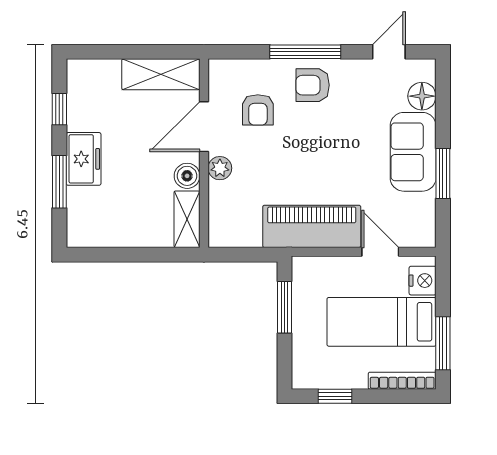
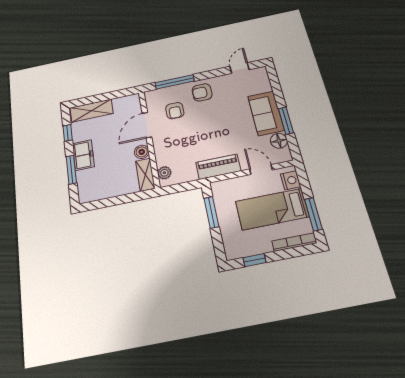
window: (305, 52) -> (175, 82), moved
shelving: (161, 74) -> (92, 111), moved
floor lamp: (422, 96) -> (279, 141), moved
plant: (220, 168) -> (164, 173), moved
piano: (312, 226) -> (218, 167), width x0.73, depth x0.75

